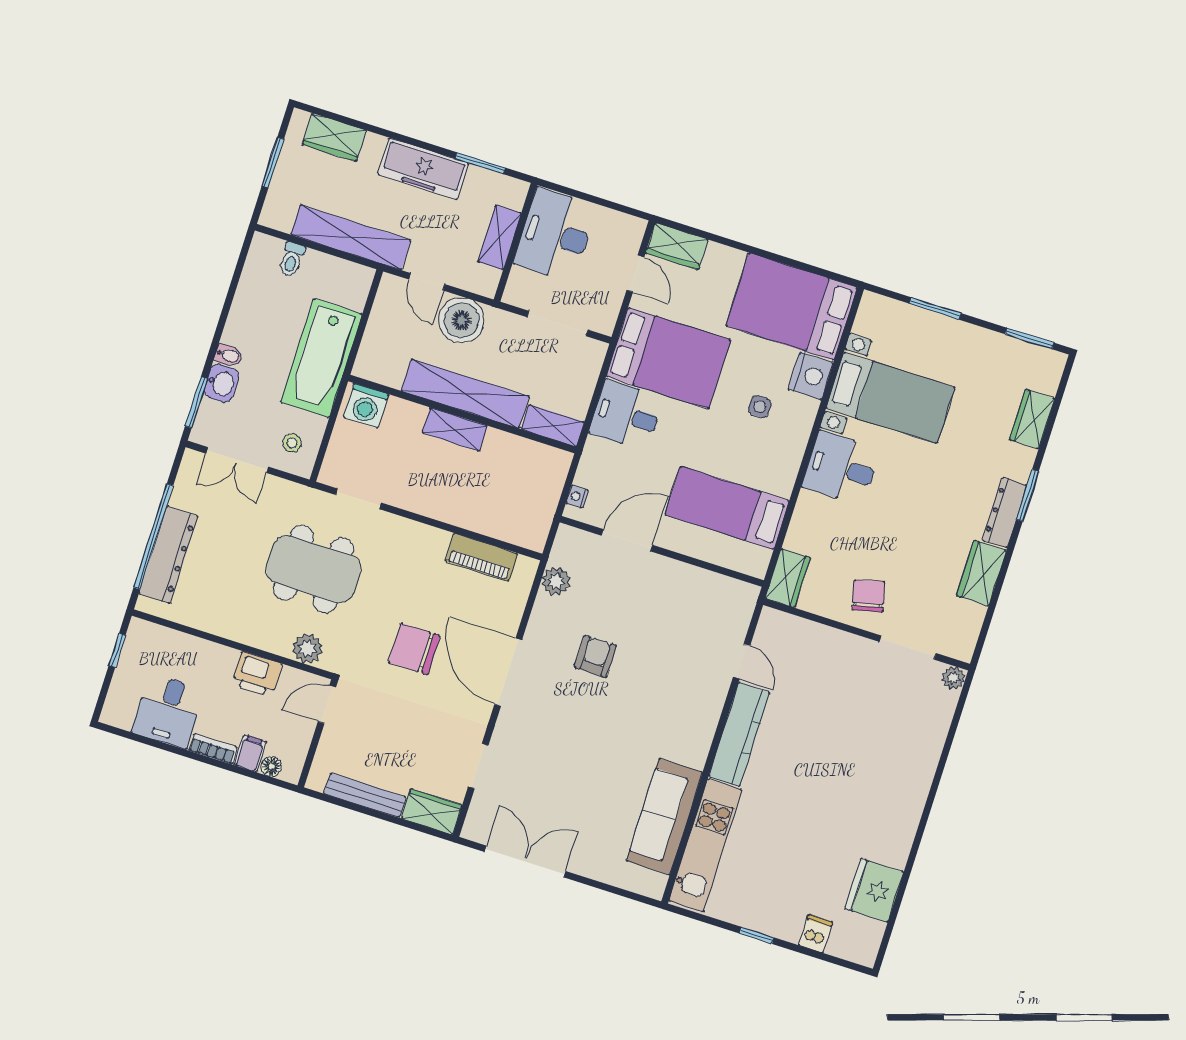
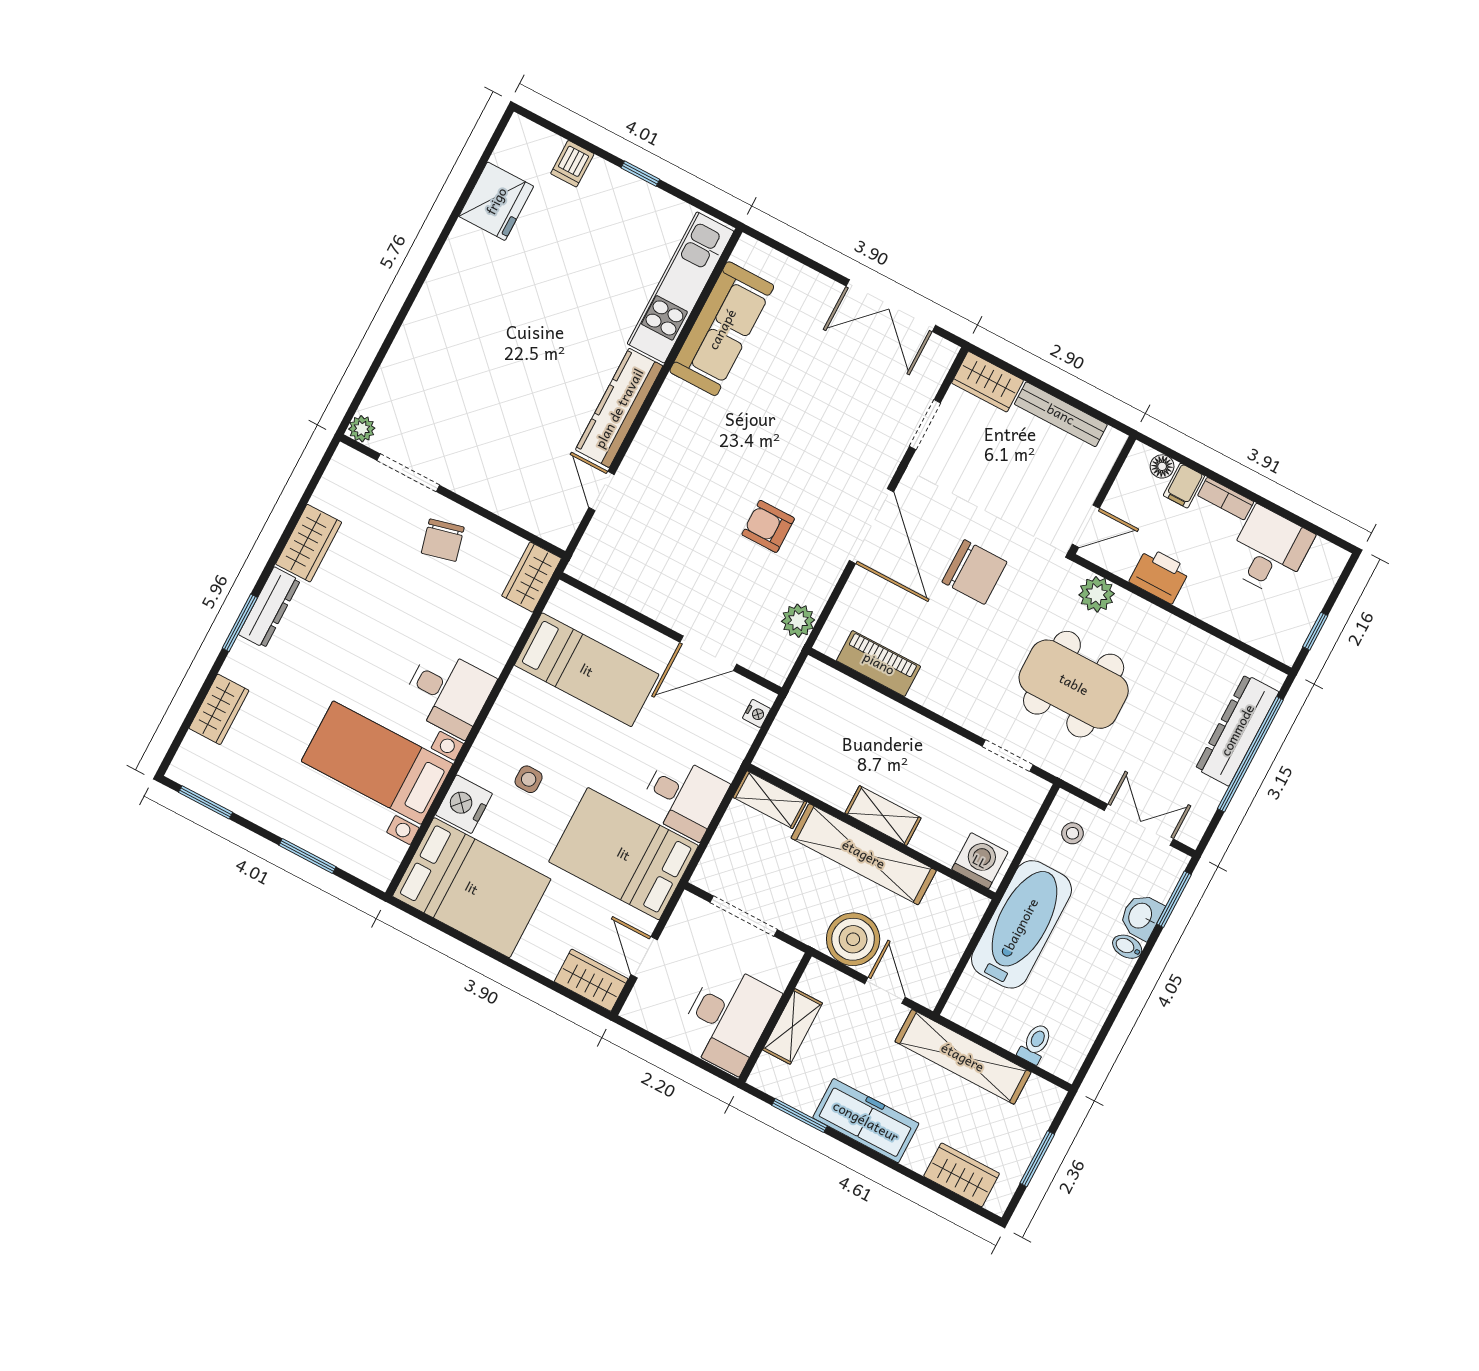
armchair: (595, 656) -> (768, 526), turned 90

